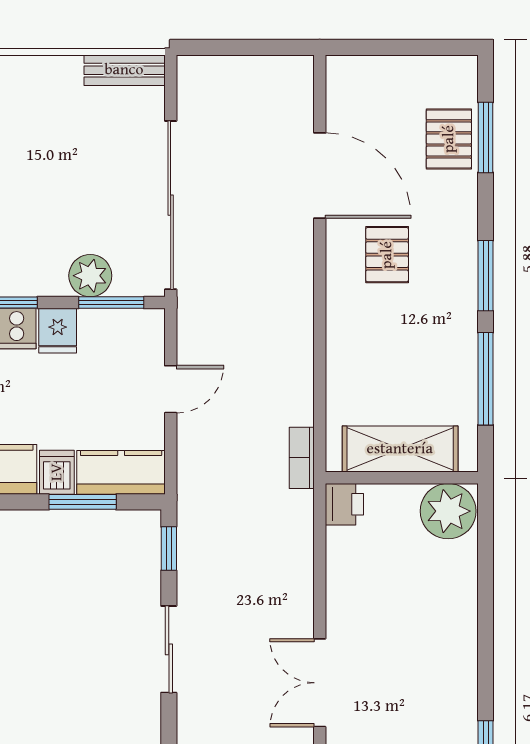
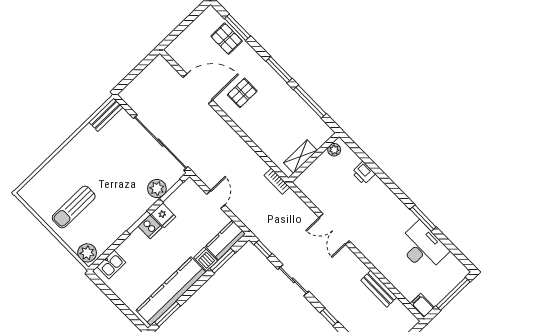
pallet: (387, 255) -> (242, 93), turned 90
shelving: (400, 449) -> (300, 157), width x0.67, depth x0.75
printer: (344, 504) -> (363, 173), moved, turned 180
plant: (448, 511) -> (334, 150), width x0.53, depth x0.53
double door: (320, 683) -> (334, 229), moved

